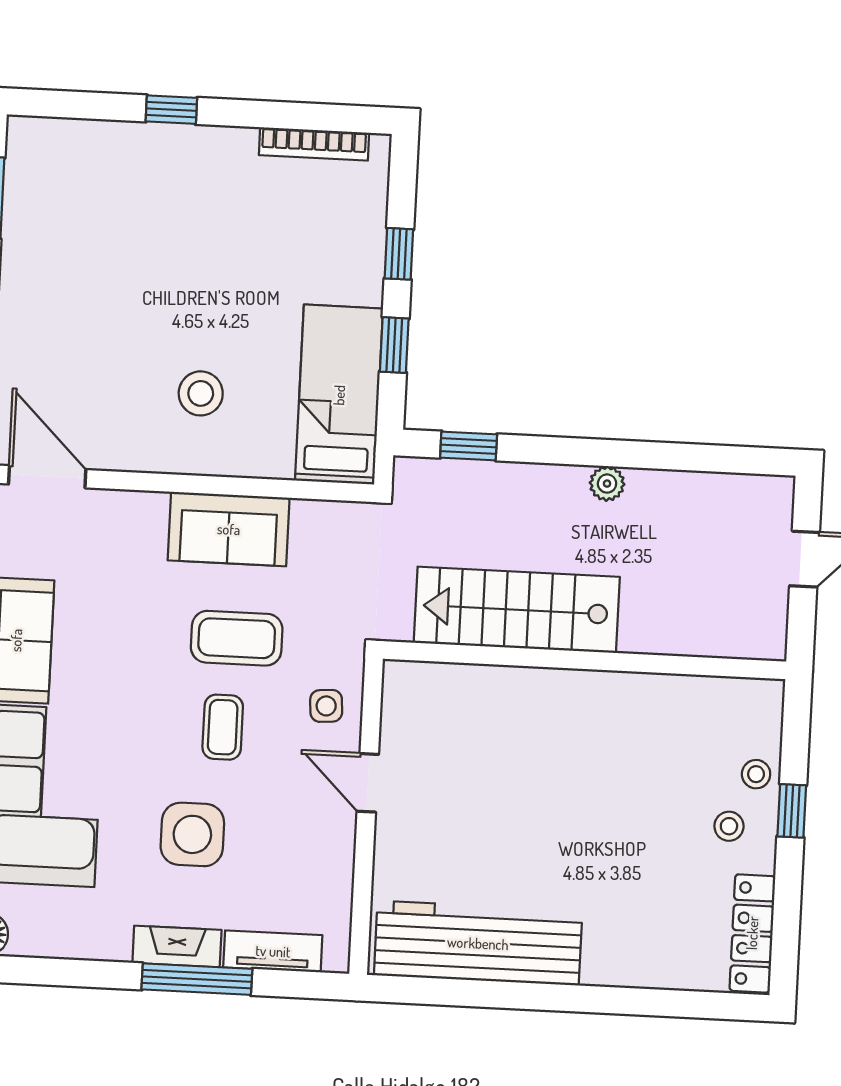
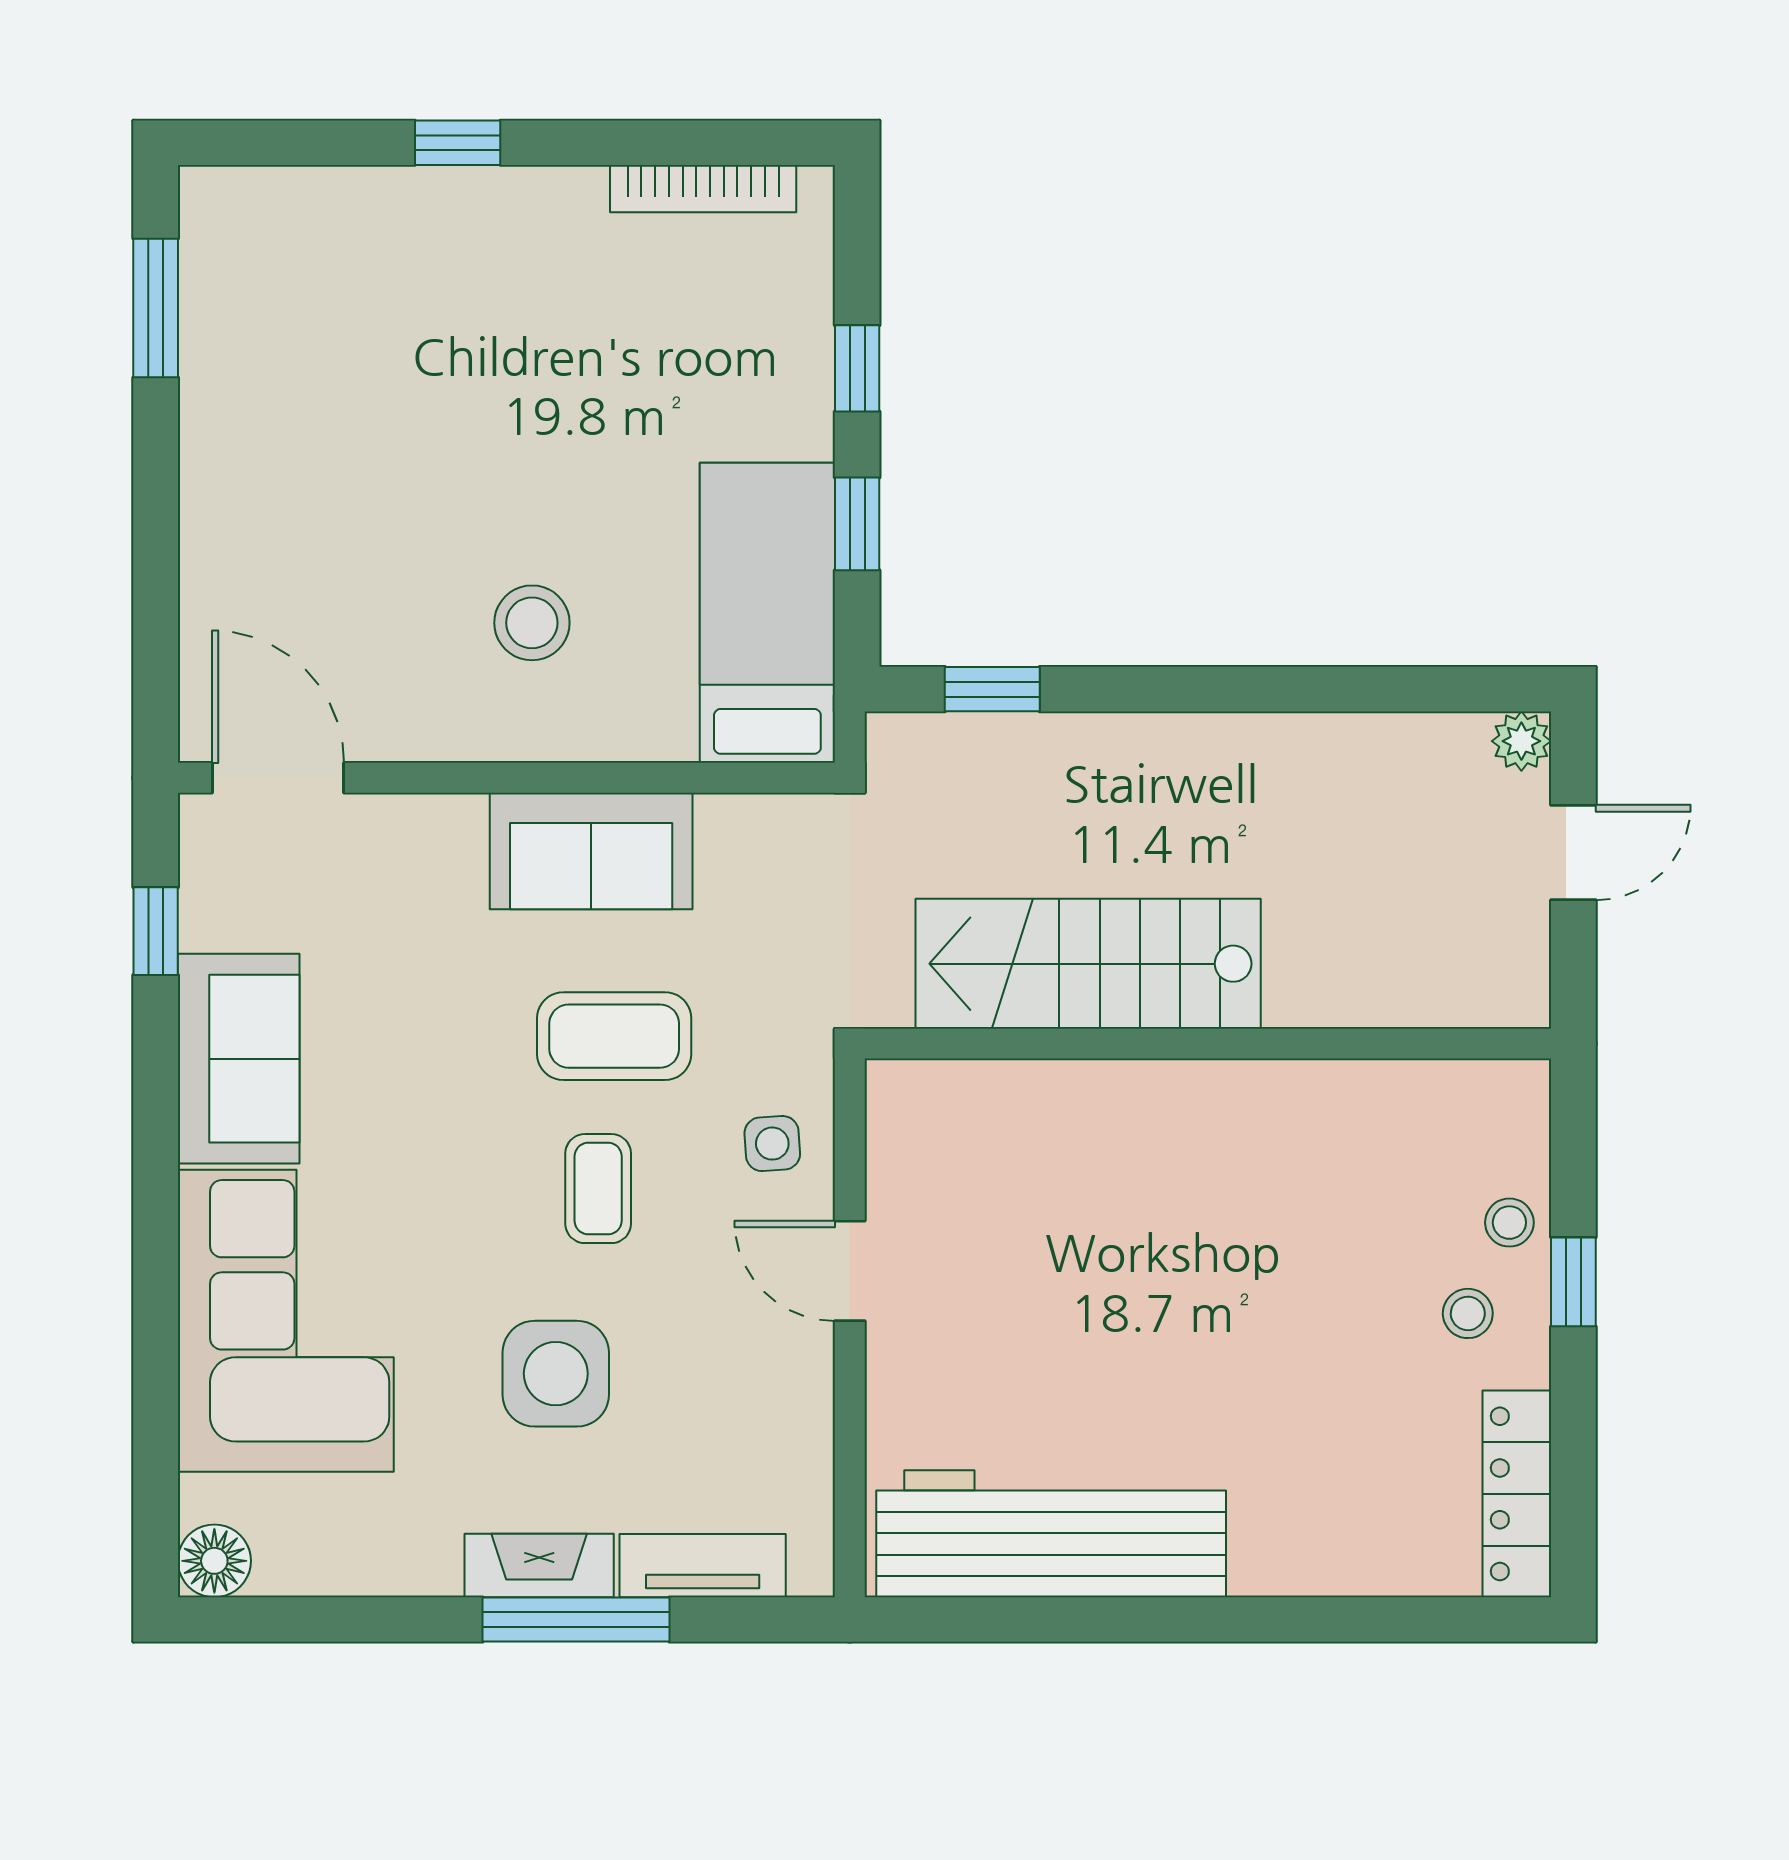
plant: (607, 484) -> (1521, 741), moved

